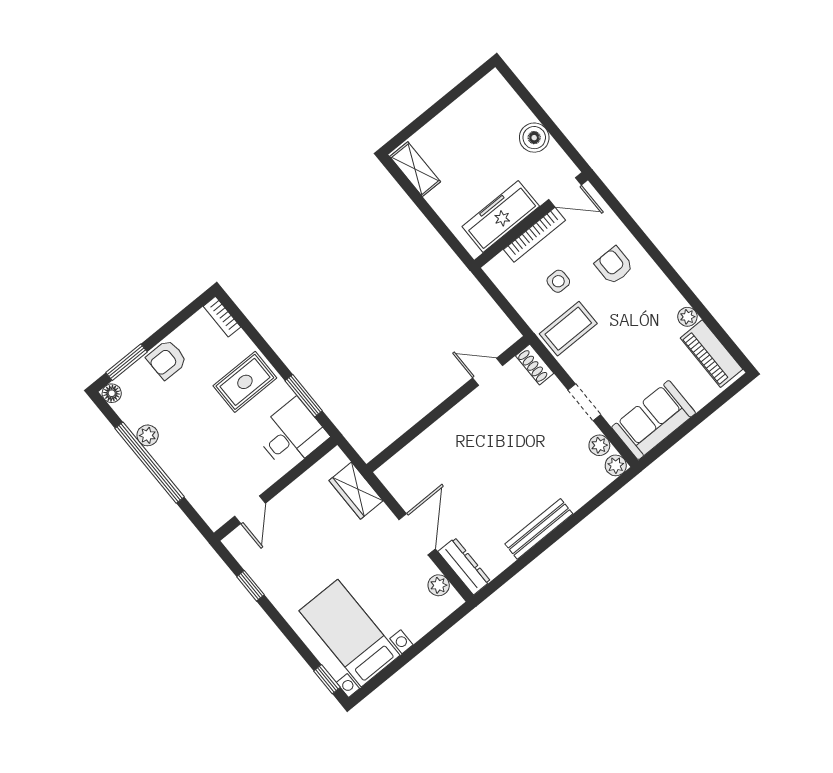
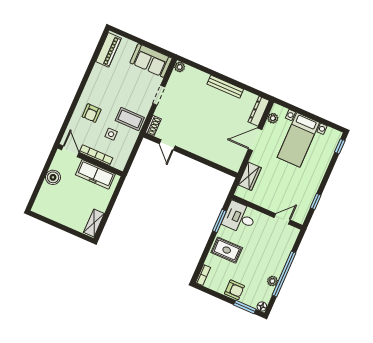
plant: (687, 317) -> (98, 69), removed
plant: (599, 445) -> (174, 79), removed
bed with nightstands: (350, 633) -> (298, 140), moved

